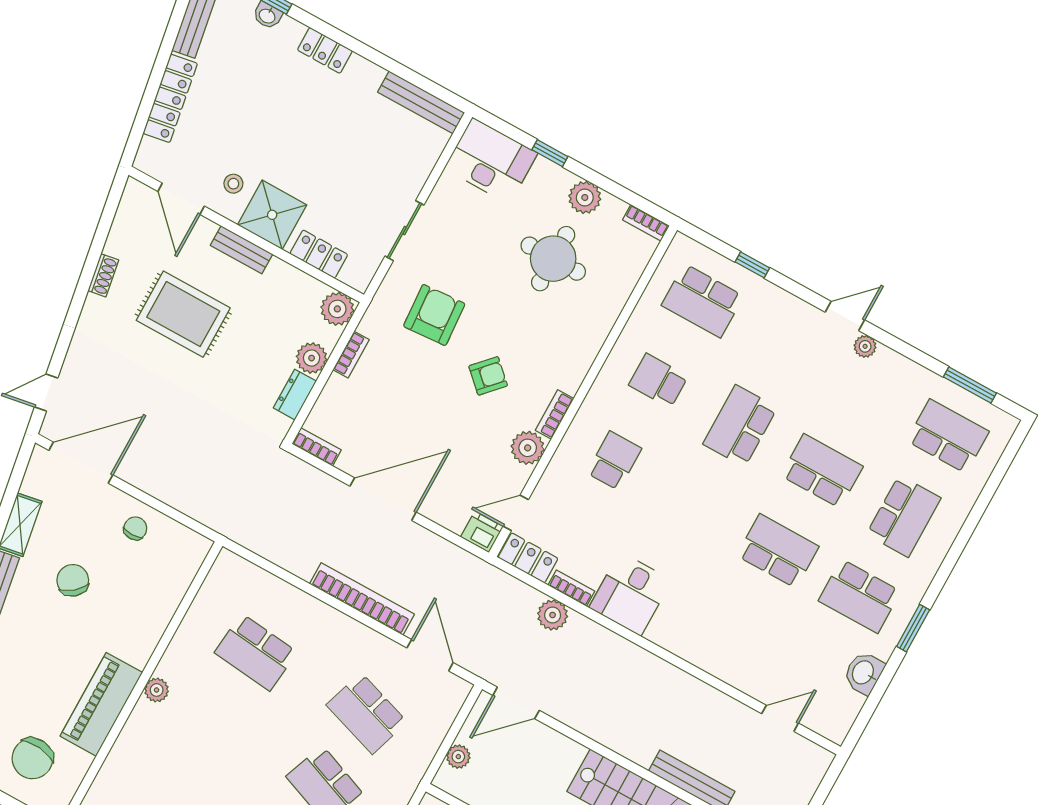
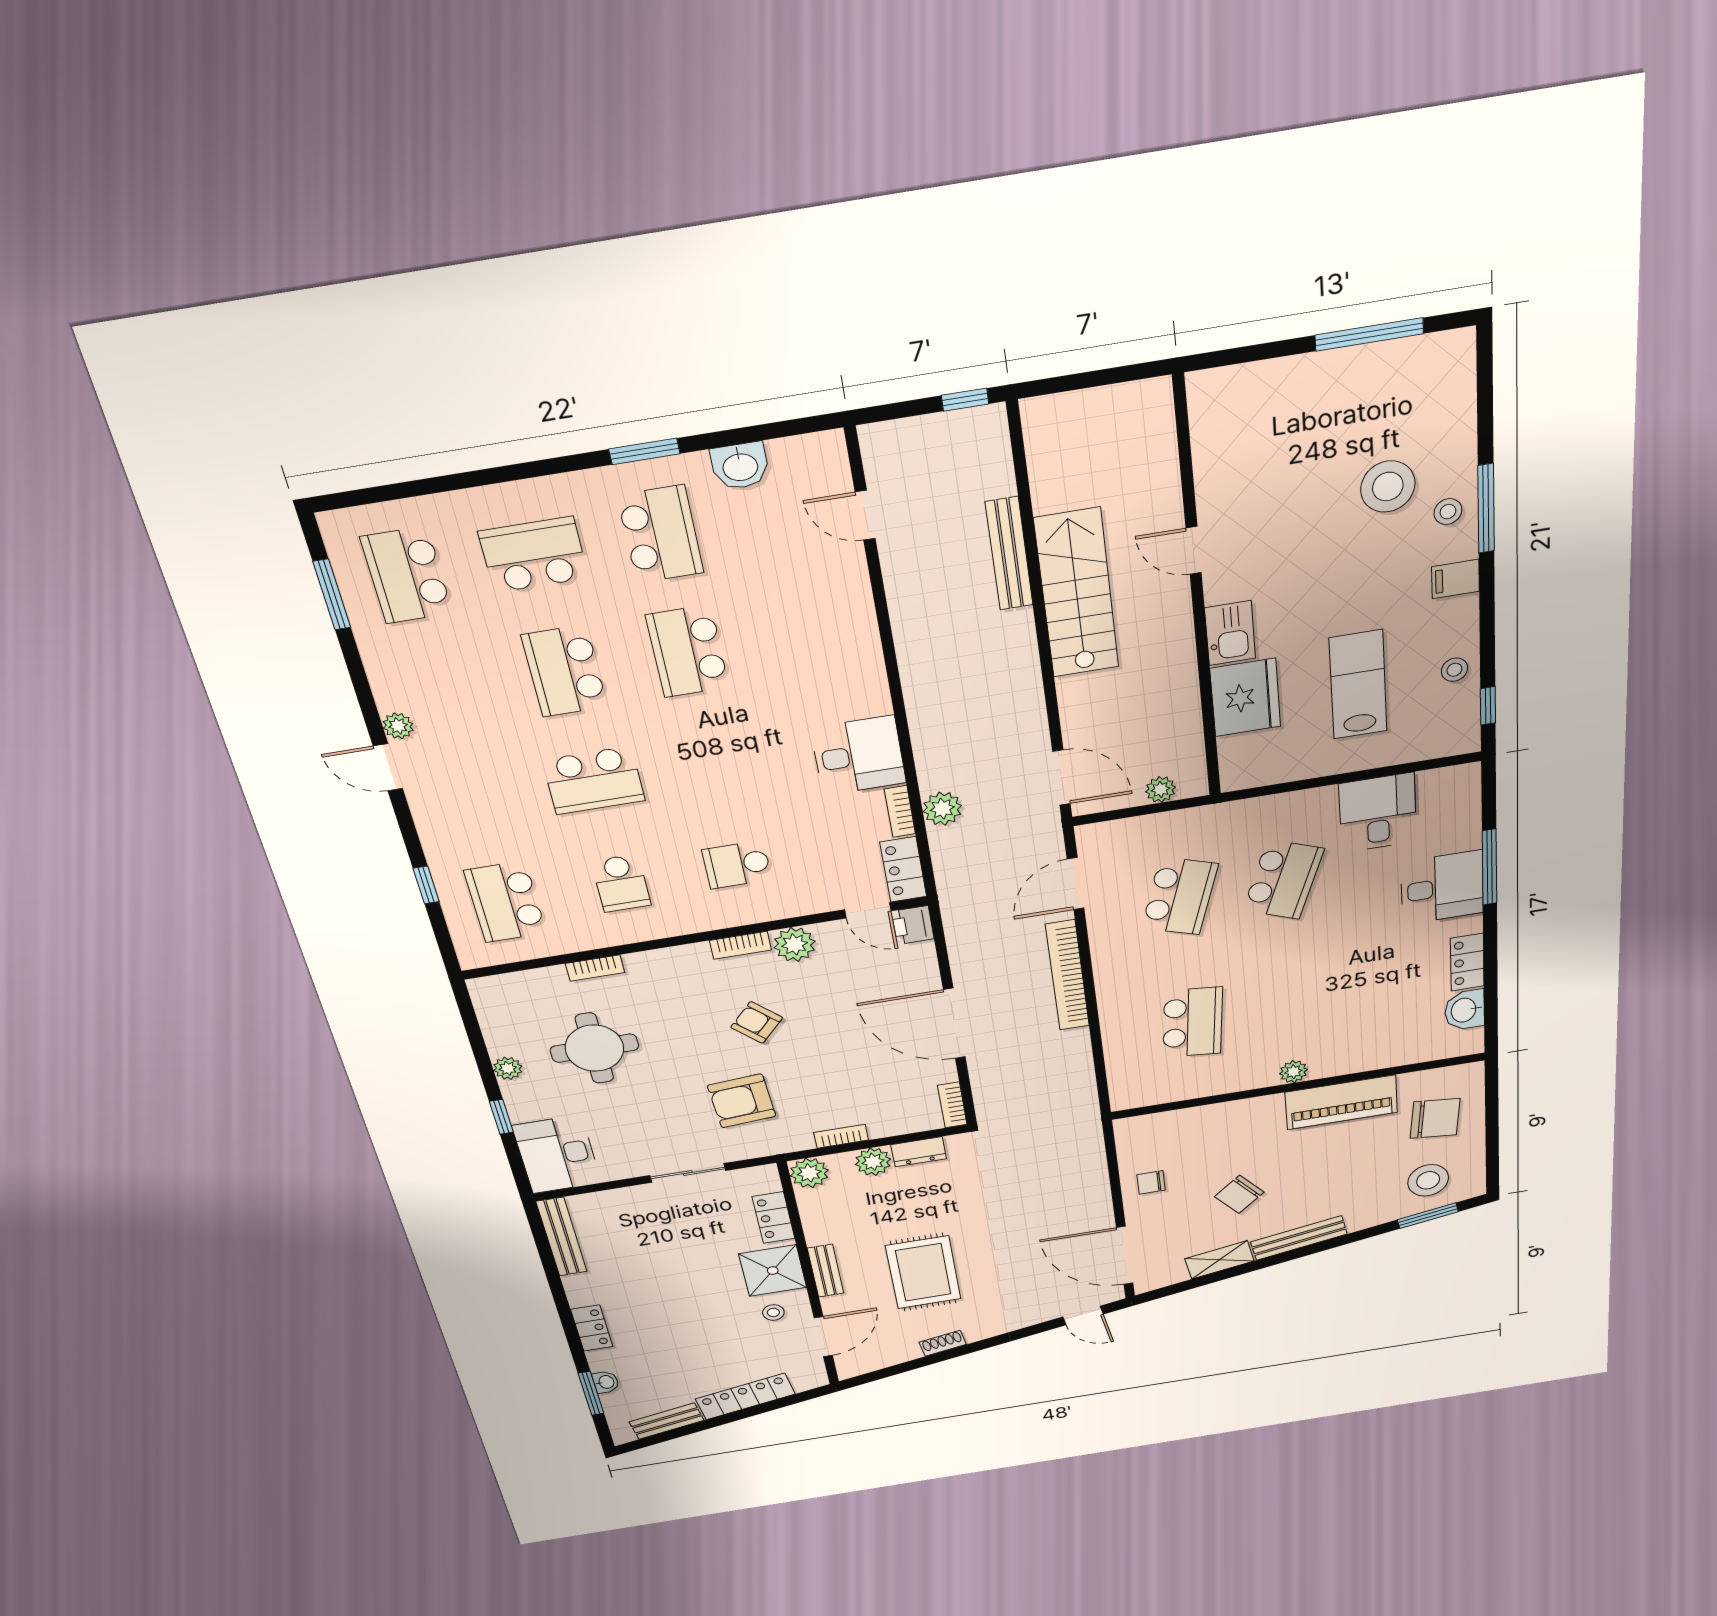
plant: (585, 197) -> (508, 1068), width x0.73, depth x0.73
bookcase: (646, 223) -> (595, 968), moved, turned 90
school desk: (702, 301) -> (505, 902), turned 180

